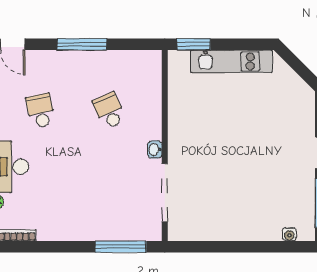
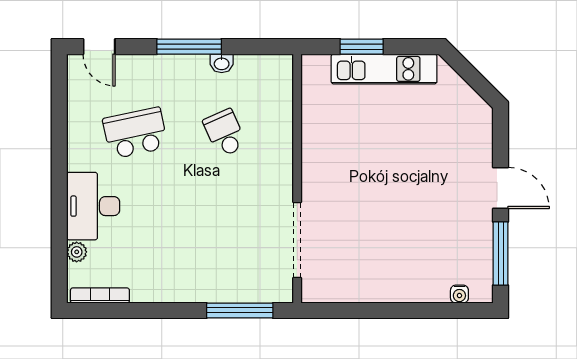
window: (194, 44) -> (362, 47), moved
school desk: (41, 111) -> (135, 133), width x1.85
washbasin: (155, 149) -> (222, 63), moved, turned -90

